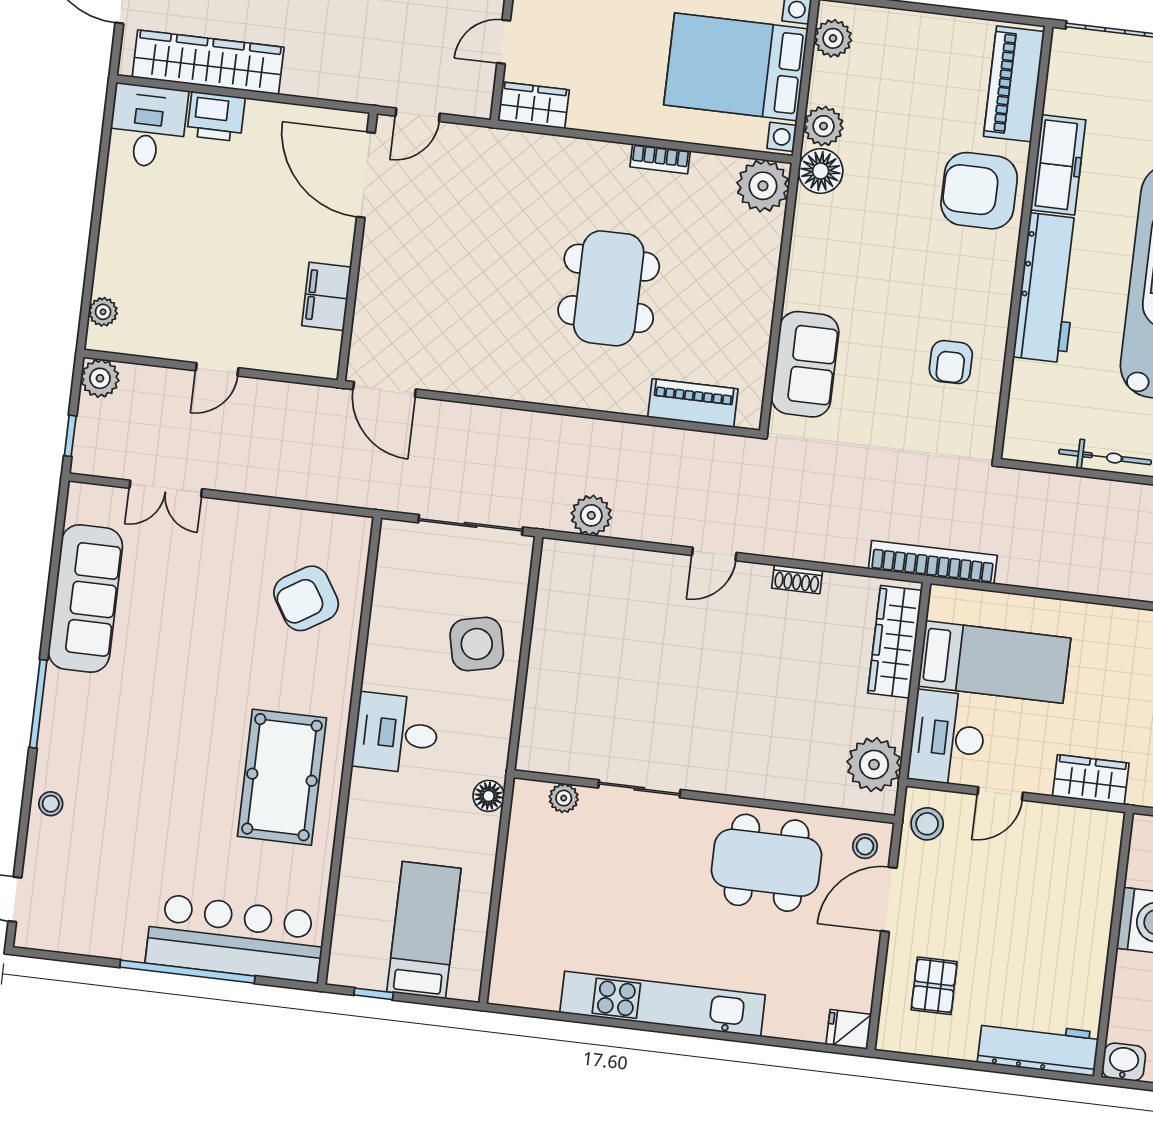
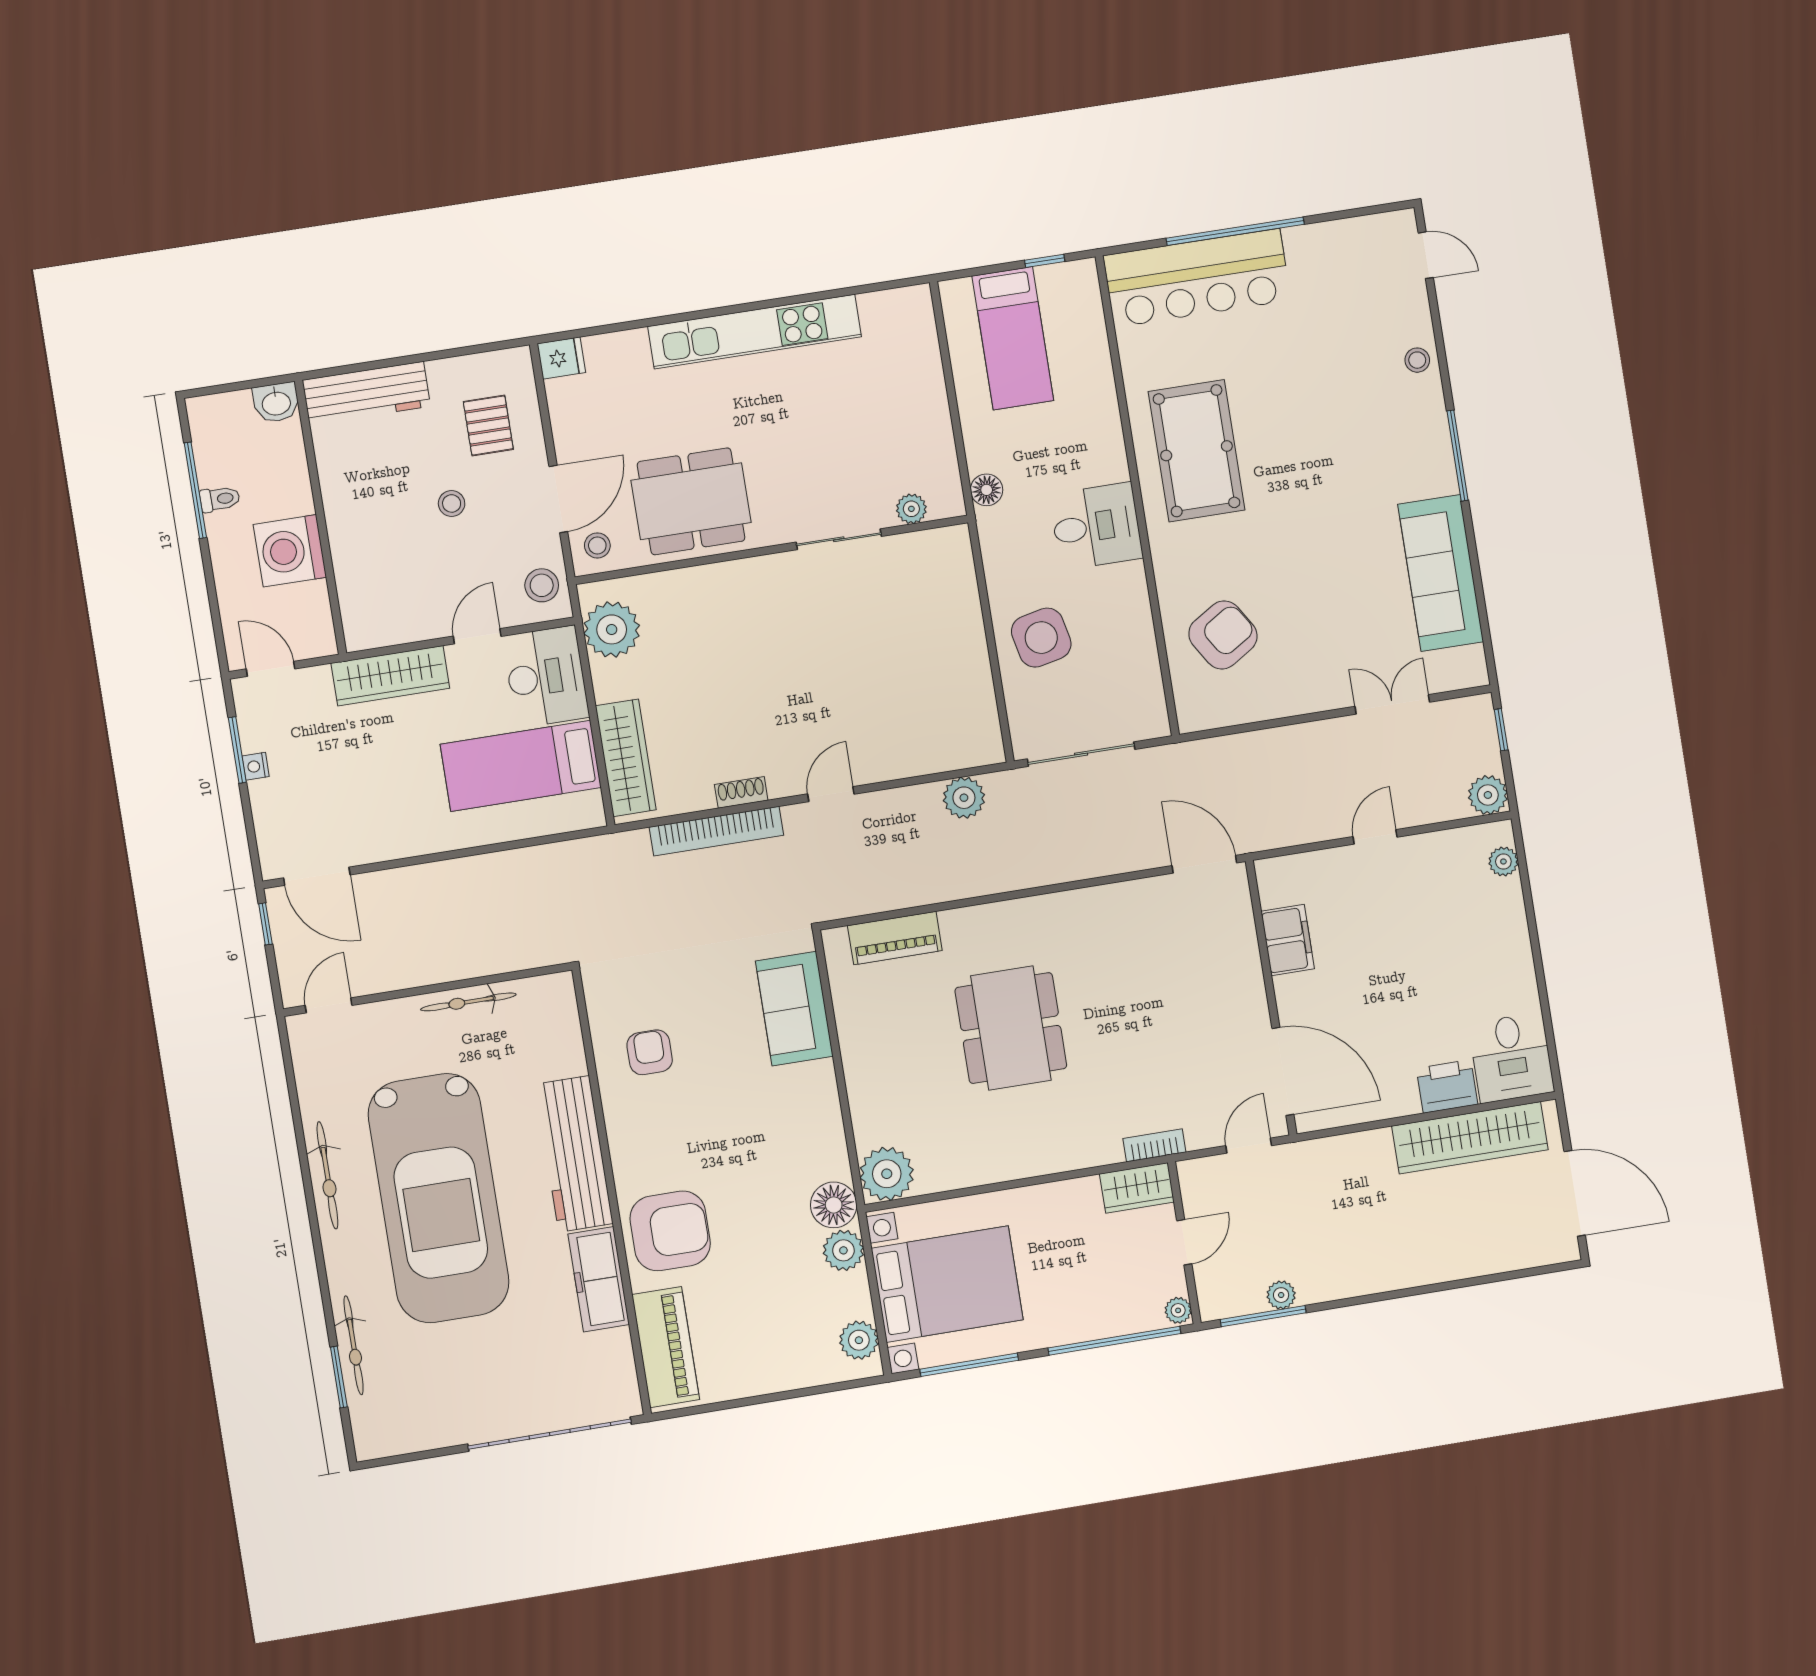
bookcase: (660, 159) -> (1154, 1145), moved
bookcase: (933, 562) -> (716, 831), moved
wardrobe: (1091, 780) -> (390, 676), width x1.50
stool: (989, 923) -> (452, 503), added

